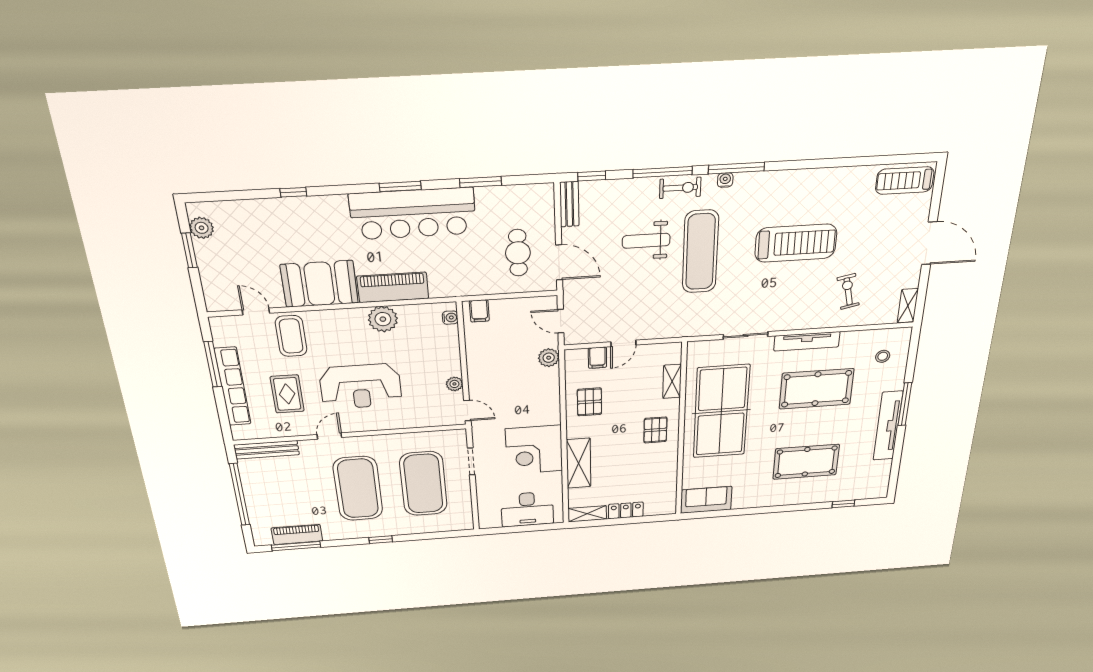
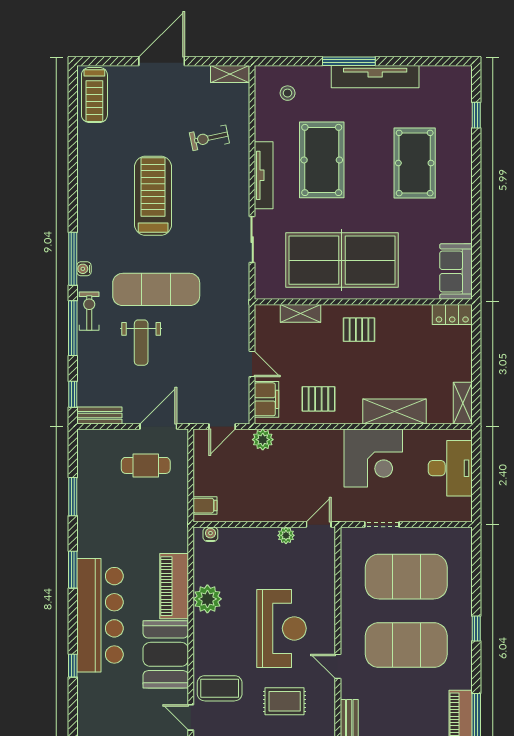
bar counter: (413, 214) -> (100, 615), moved
door: (256, 312) -> (191, 717), hinge flipped
filing cabinet: (597, 358) -> (267, 399), width x2.00
locker: (626, 510) -> (452, 314), moved, turned -90

